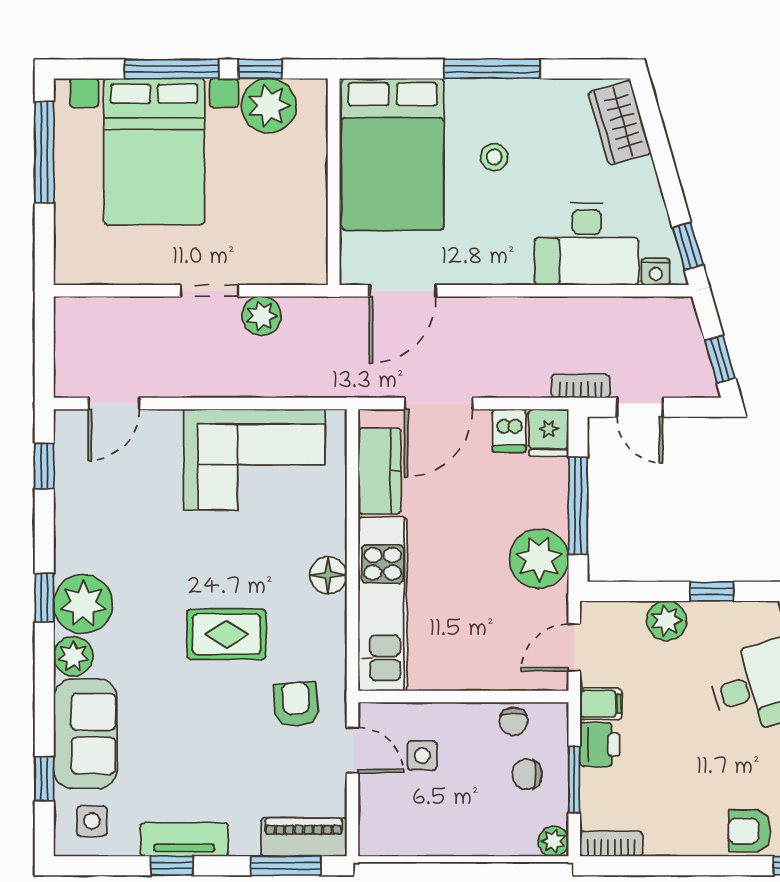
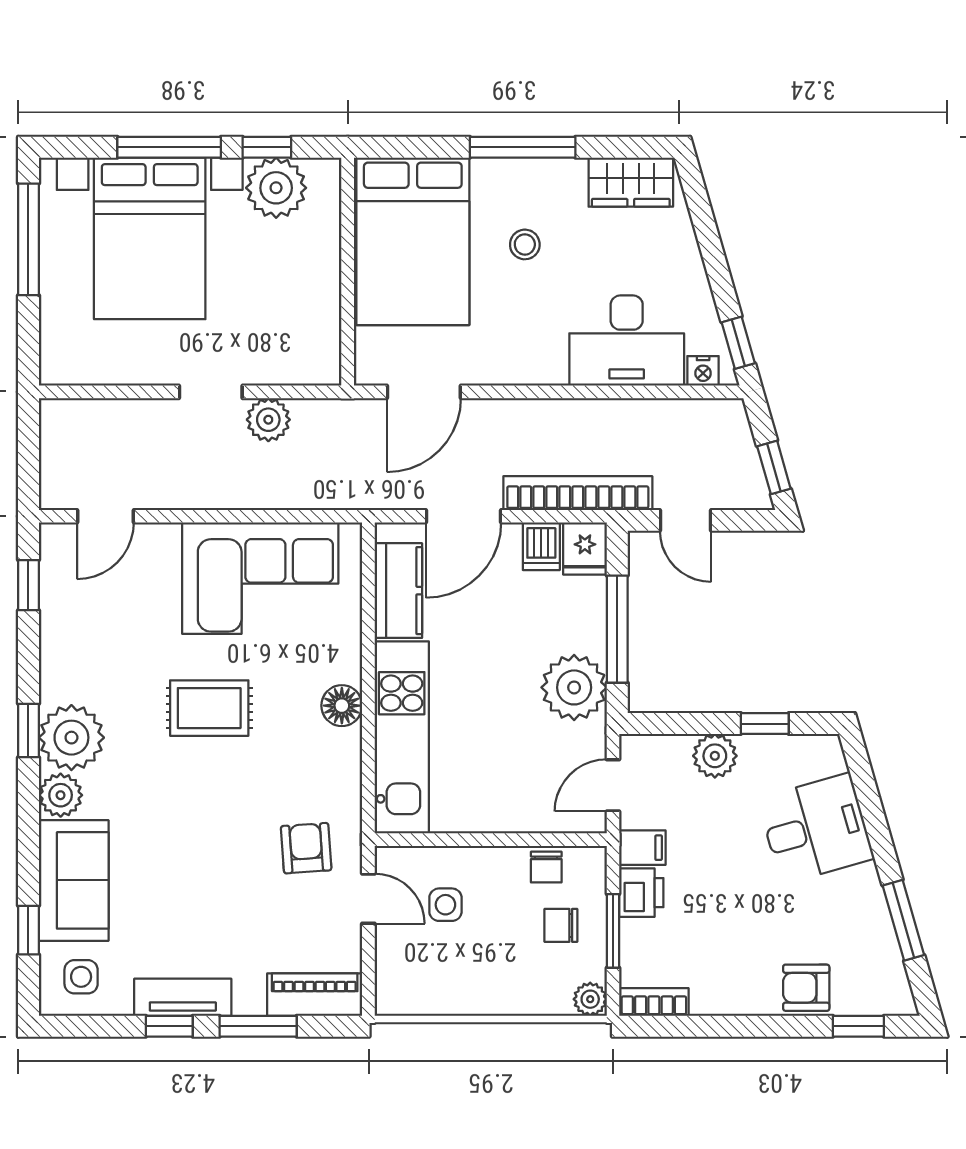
wardrobe: (620, 123) -> (631, 182), moved, turned -74
bookcase: (581, 386) -> (578, 493), width x2.31, depth x1.31
rug: (226, 634) -> (209, 708), moved
window: (286, 866) -> (258, 1026), moved

